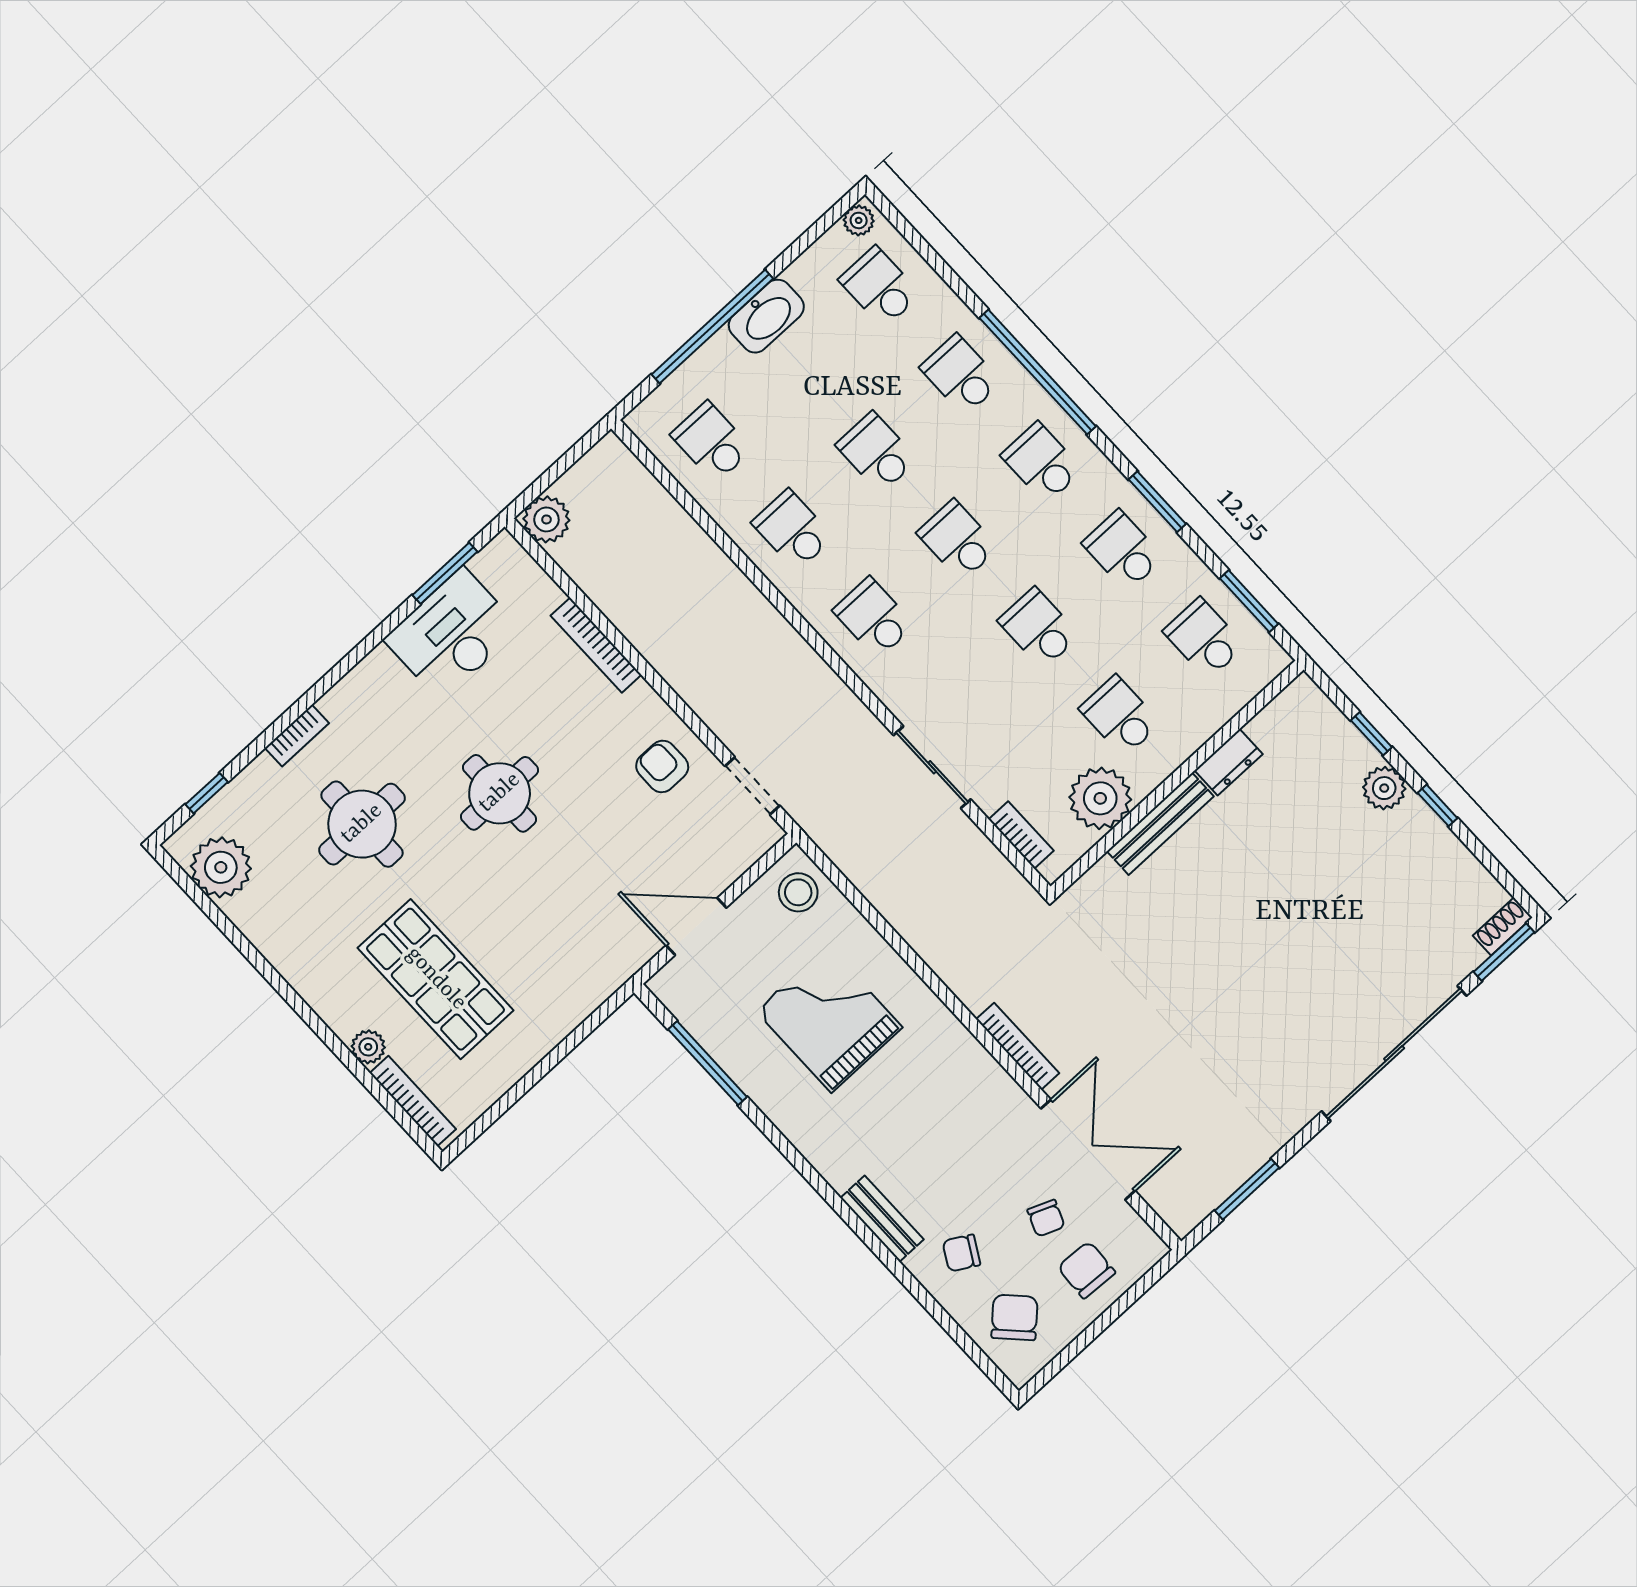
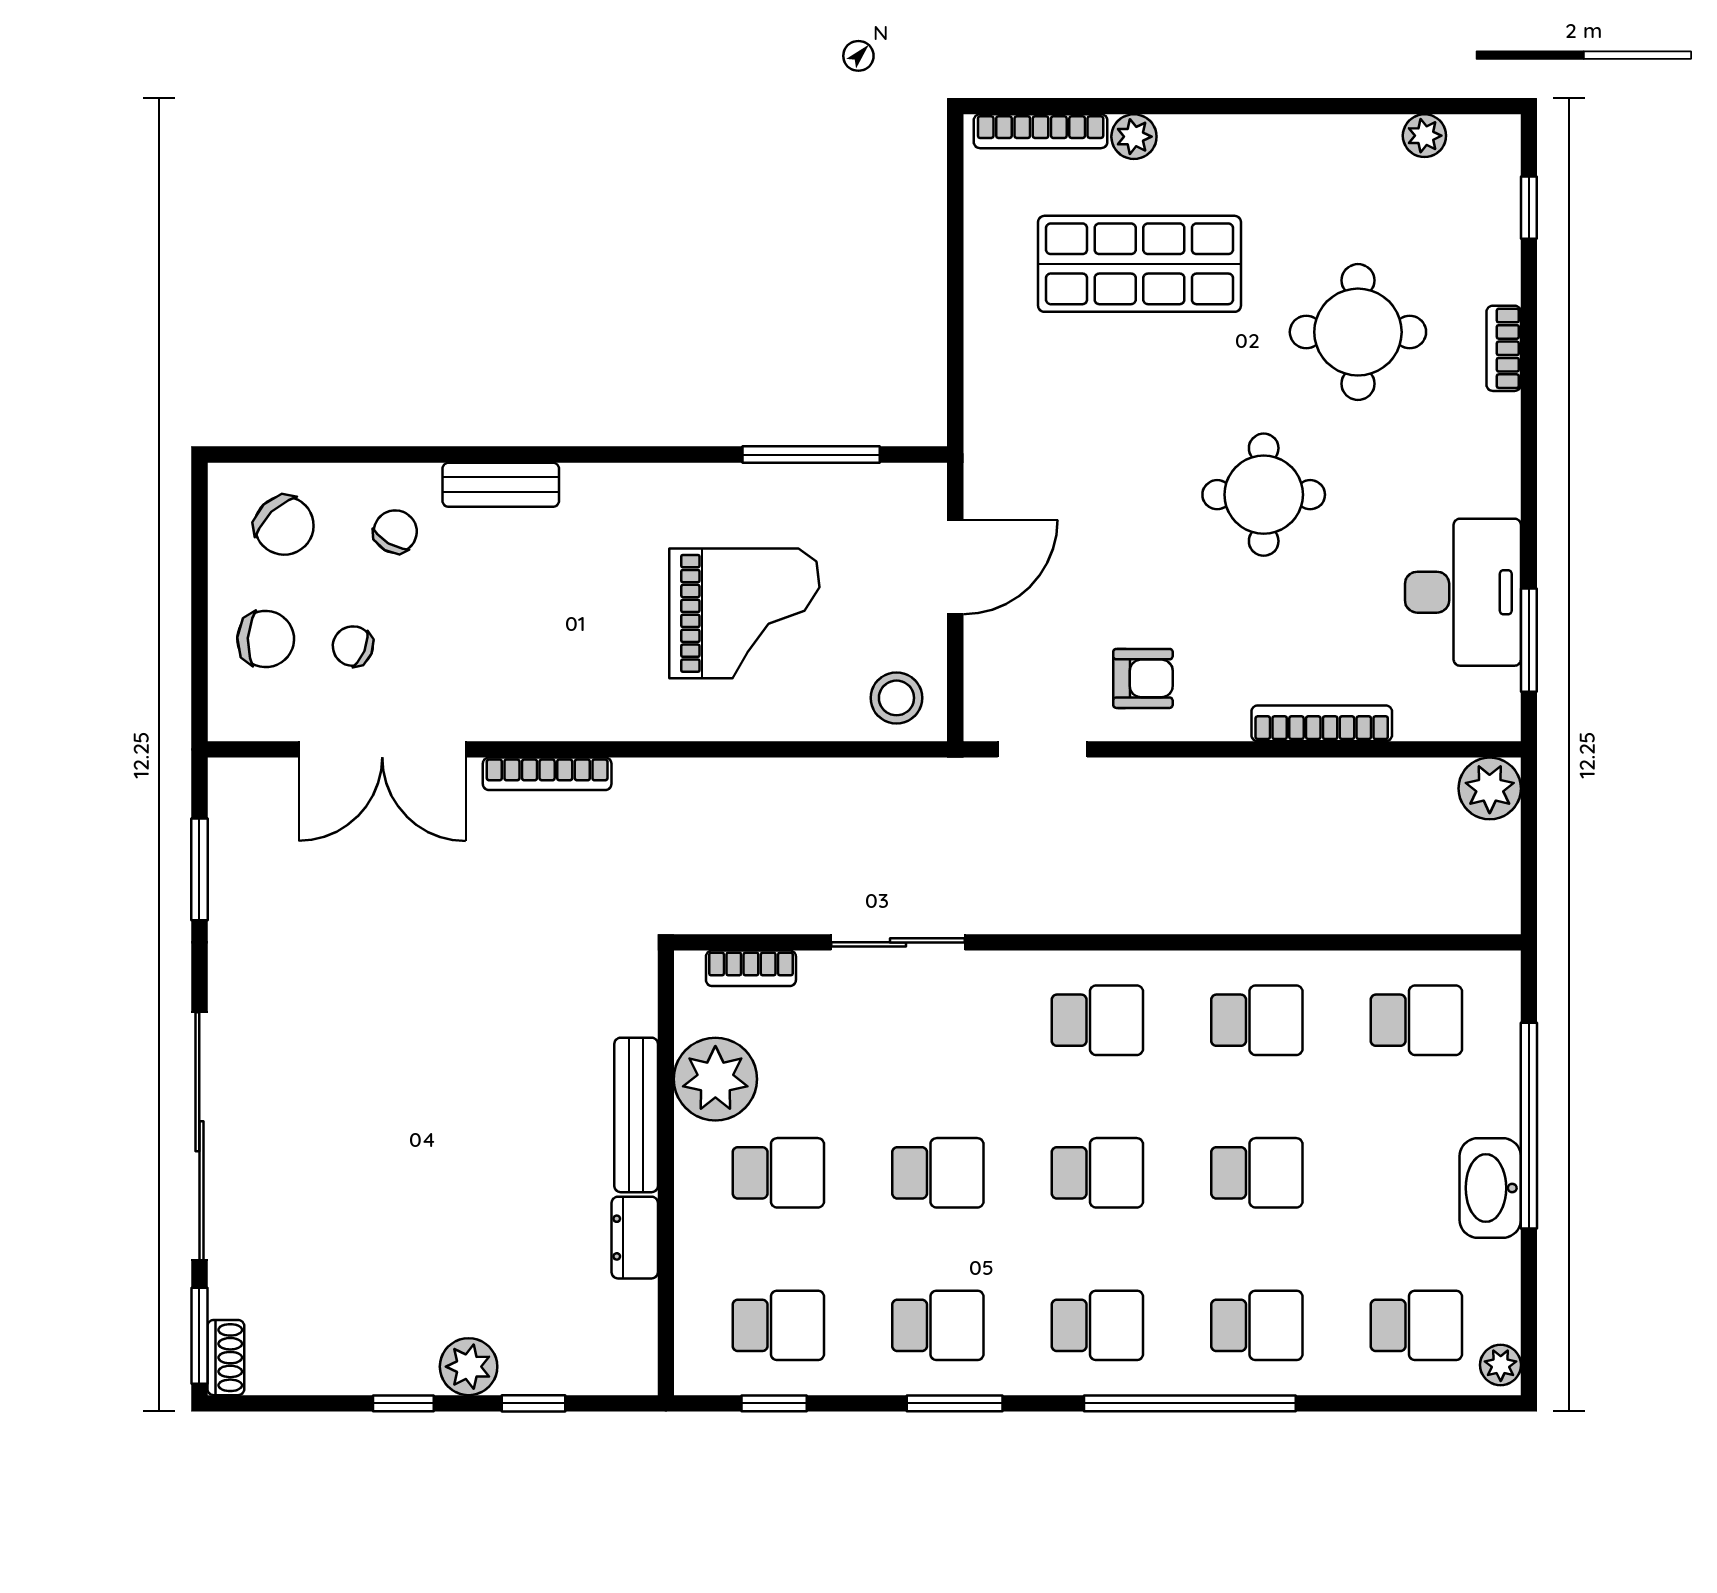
window: (1249, 601) -> (774, 1403), width x0.67
plant: (221, 867) -> (1424, 136), width x0.53, depth x0.53

